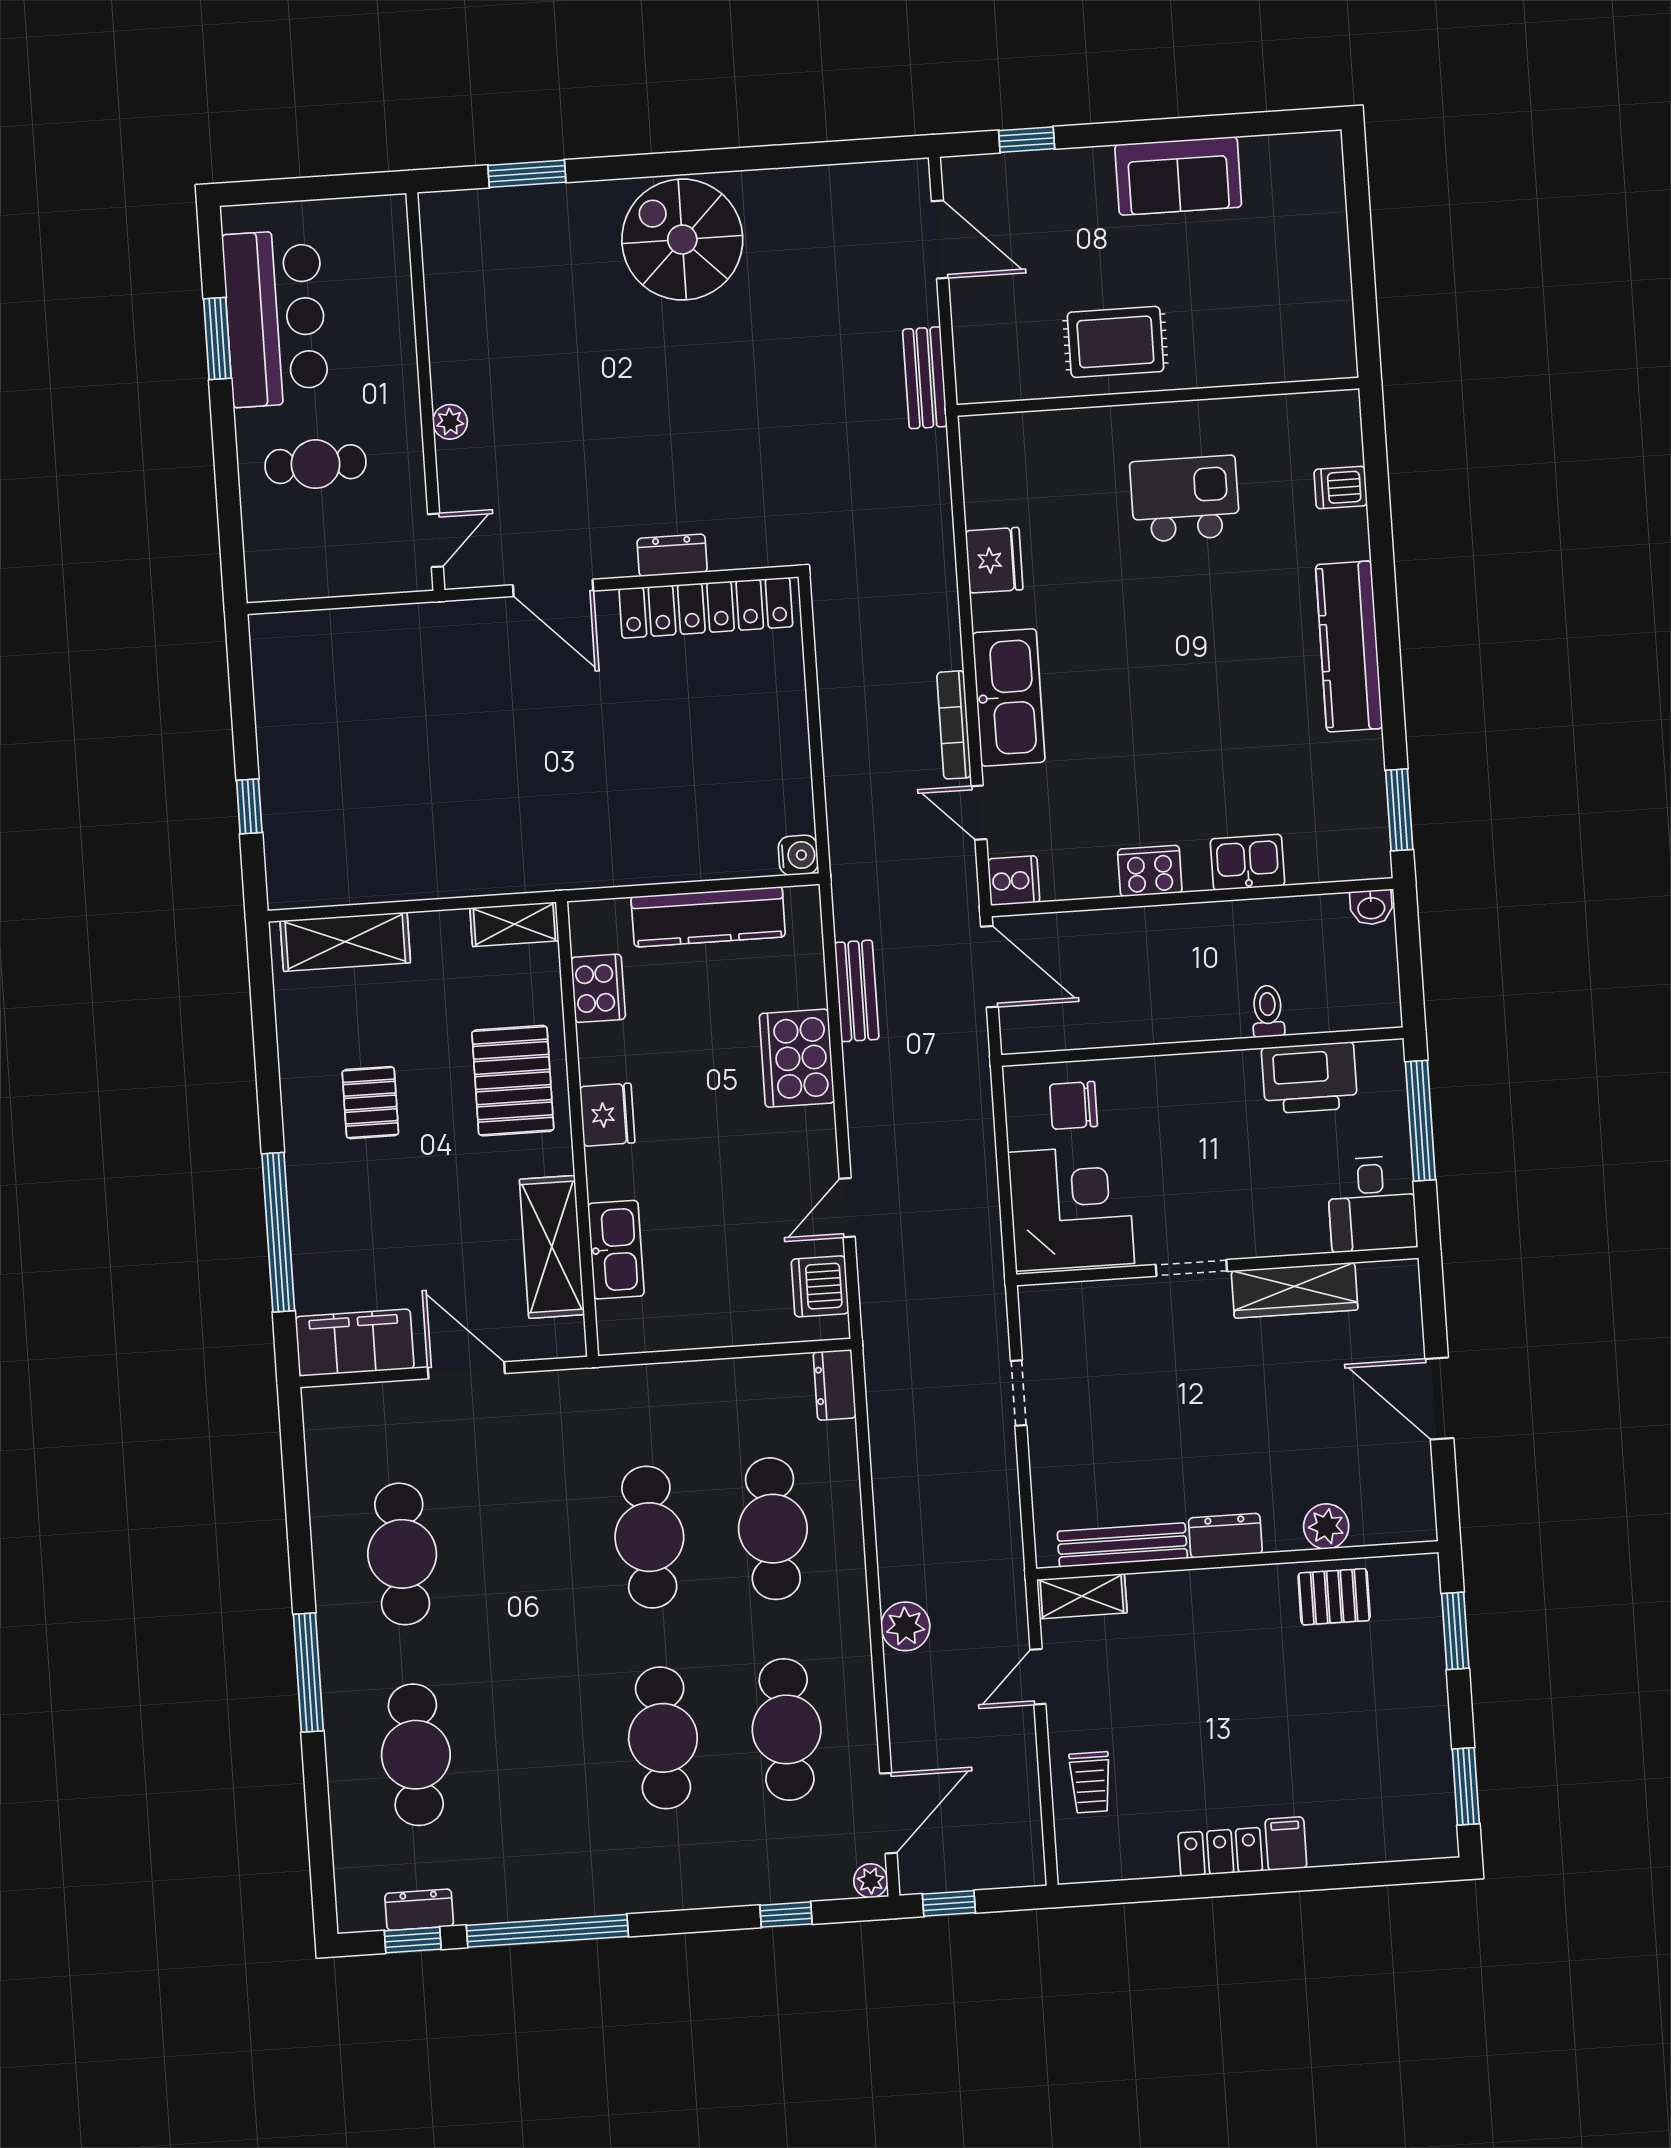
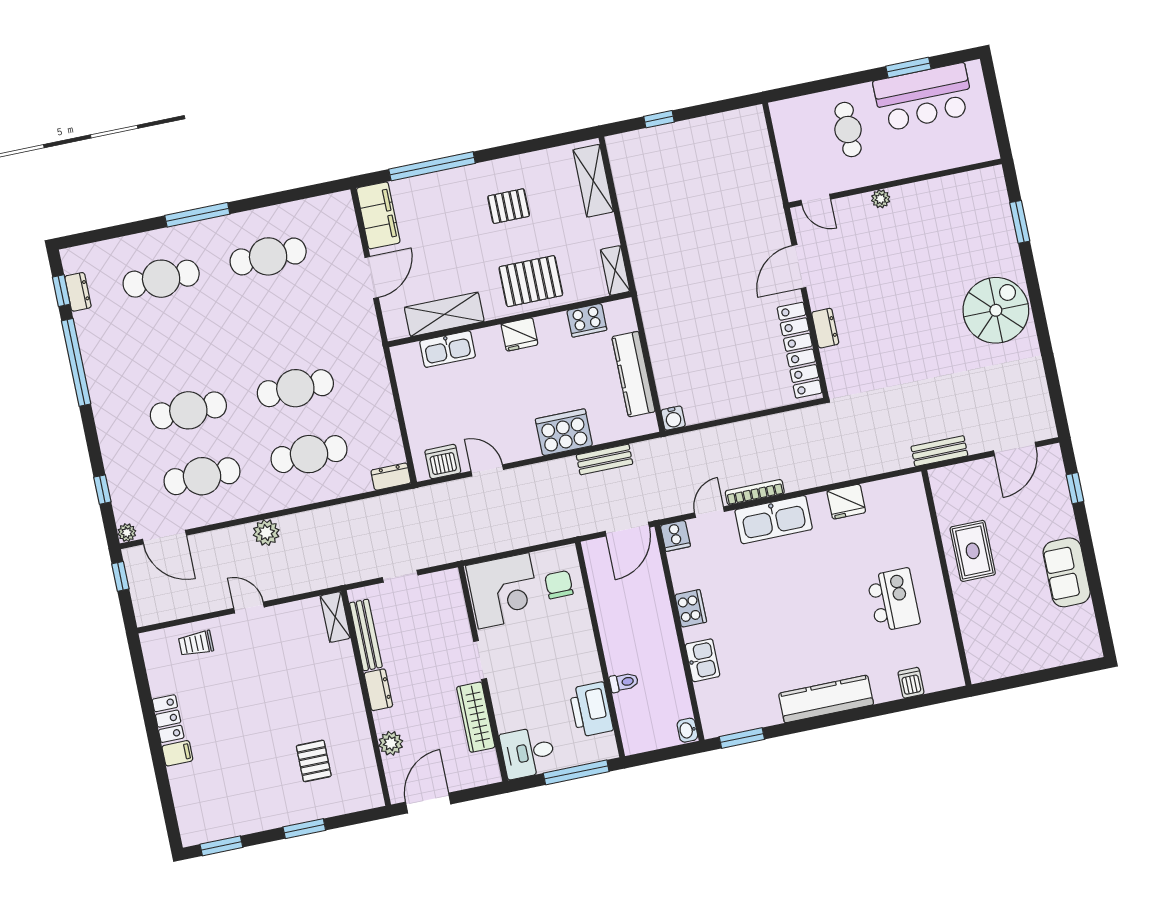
plant: (1326, 1526) -> (391, 743), moved
dresser: (1225, 1536) -> (378, 690), moved
bench: (1122, 1545) -> (366, 635), moved
wall: (1237, 1560) -> (366, 698), moved
shelving: (1082, 1596) -> (335, 617), moved

